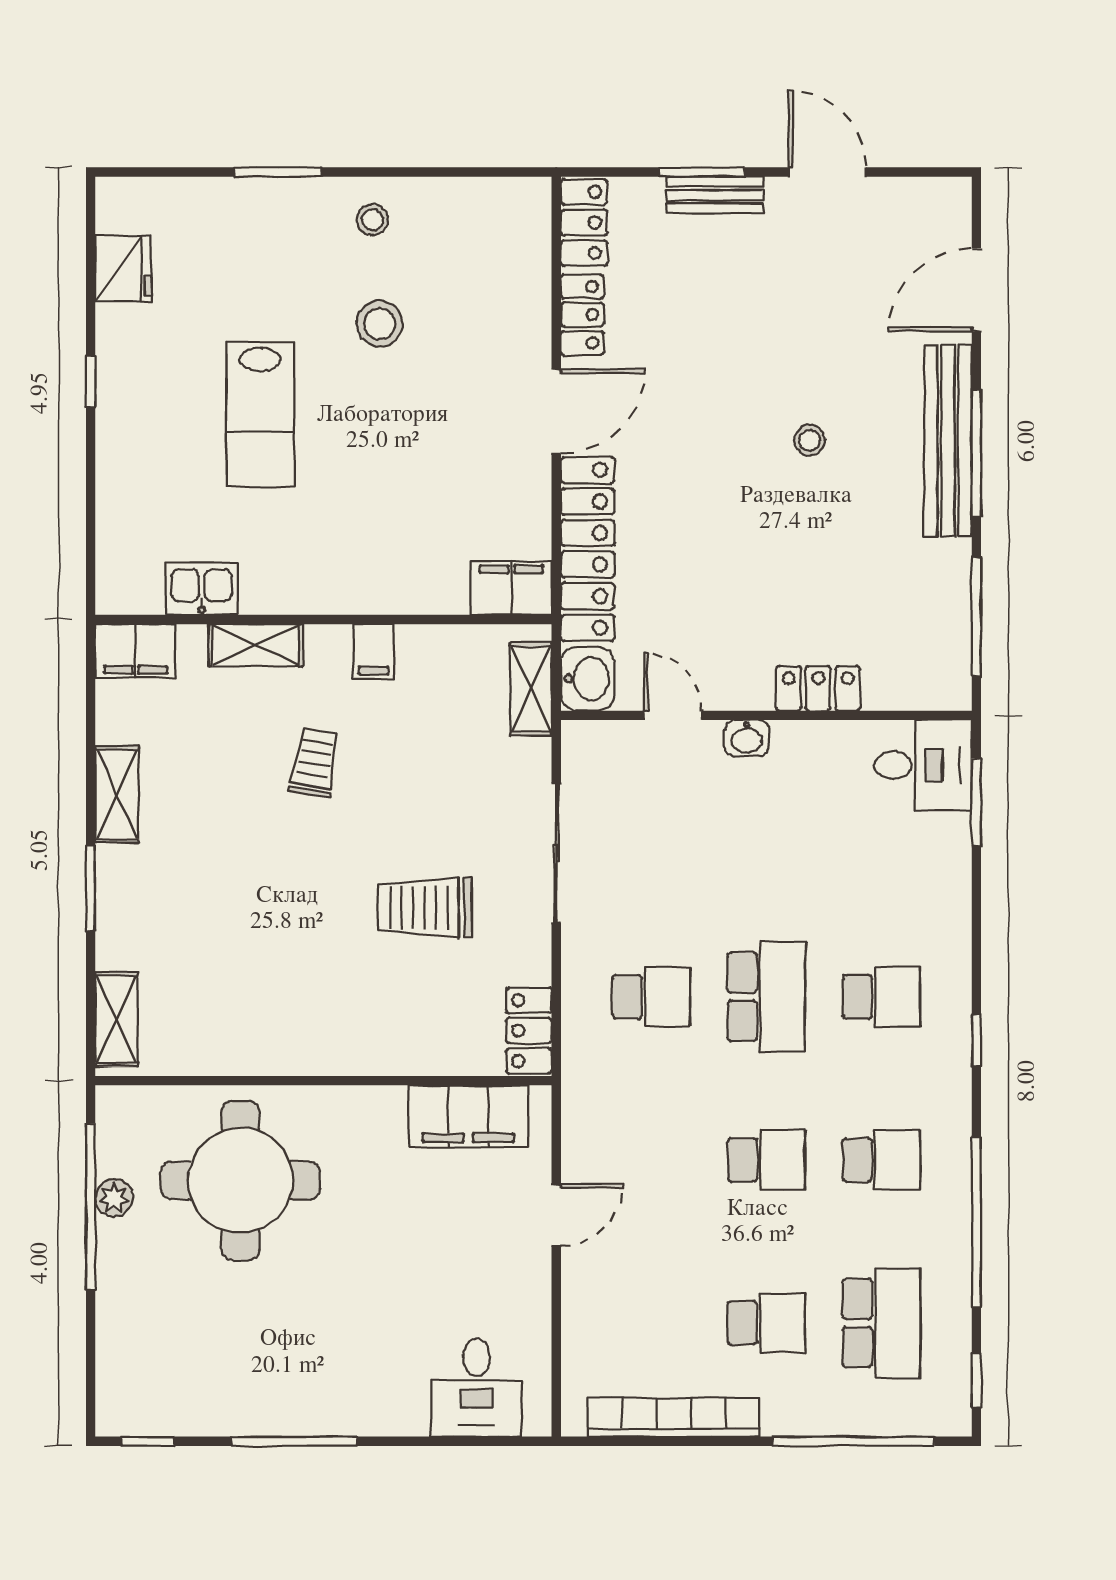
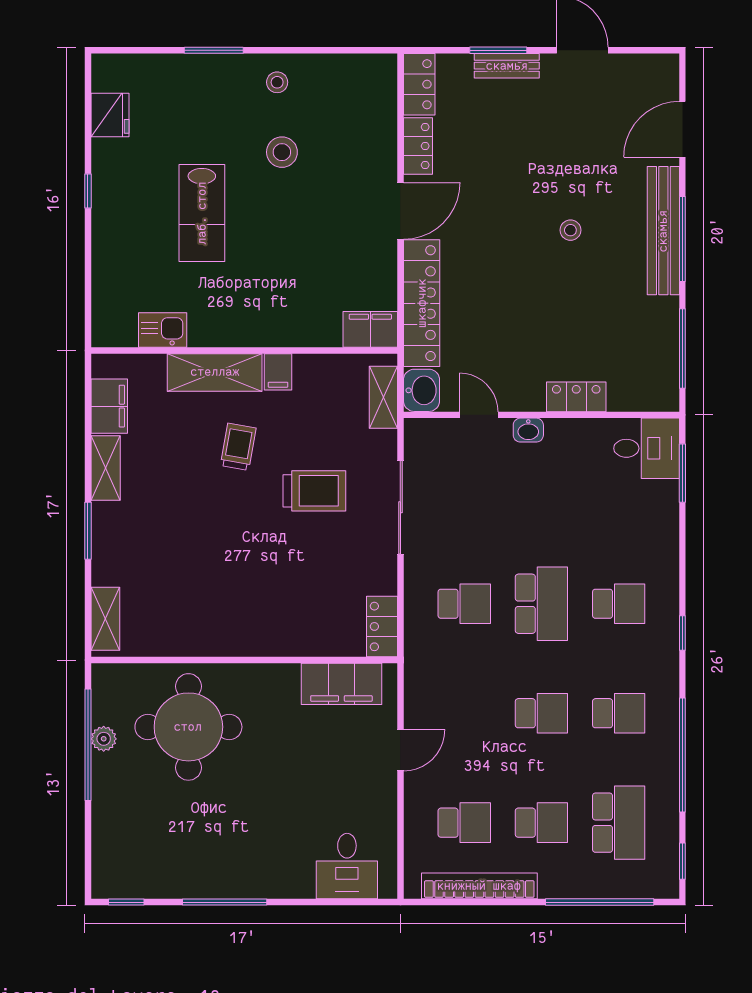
shelving: (256, 645) -> (215, 372), width x1.50, depth x1.33
filing cabinet: (136, 651) -> (109, 406), moved, turned -90
trolley: (425, 908) -> (314, 491), moved, turned 180
school desk: (651, 1323) -> (464, 823), added

